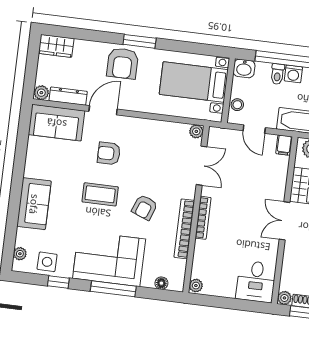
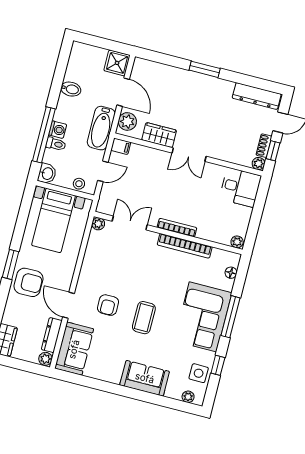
armchair: (145, 207) -> (161, 279), removed

